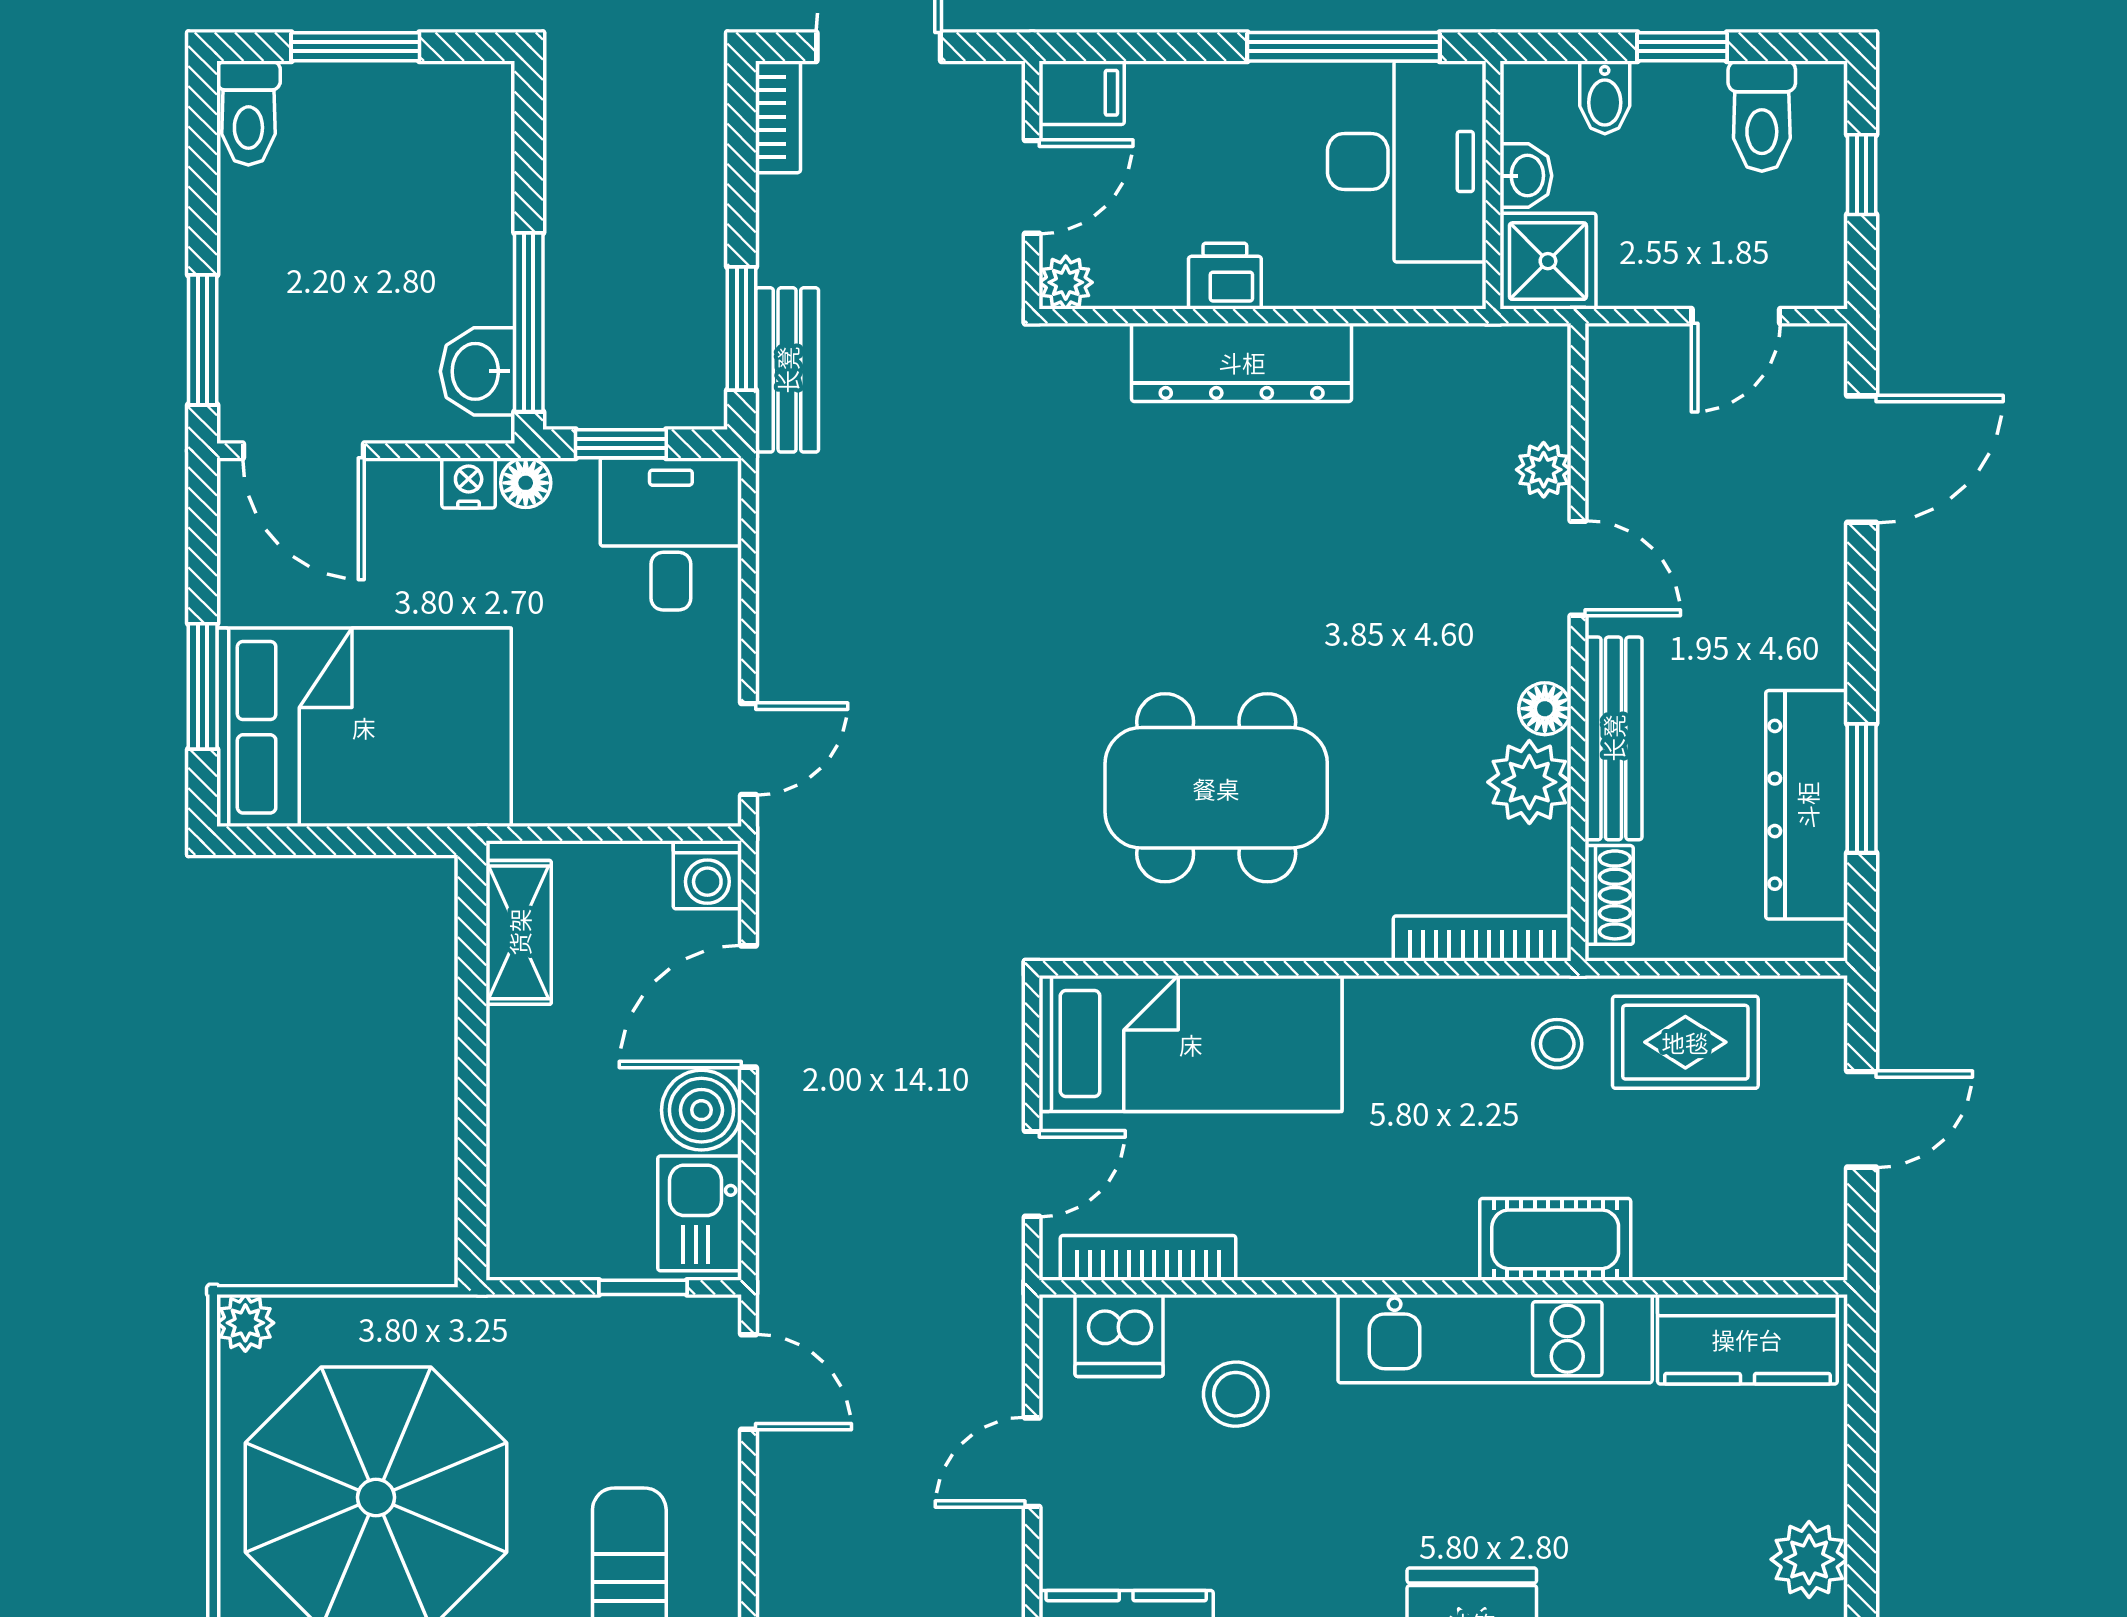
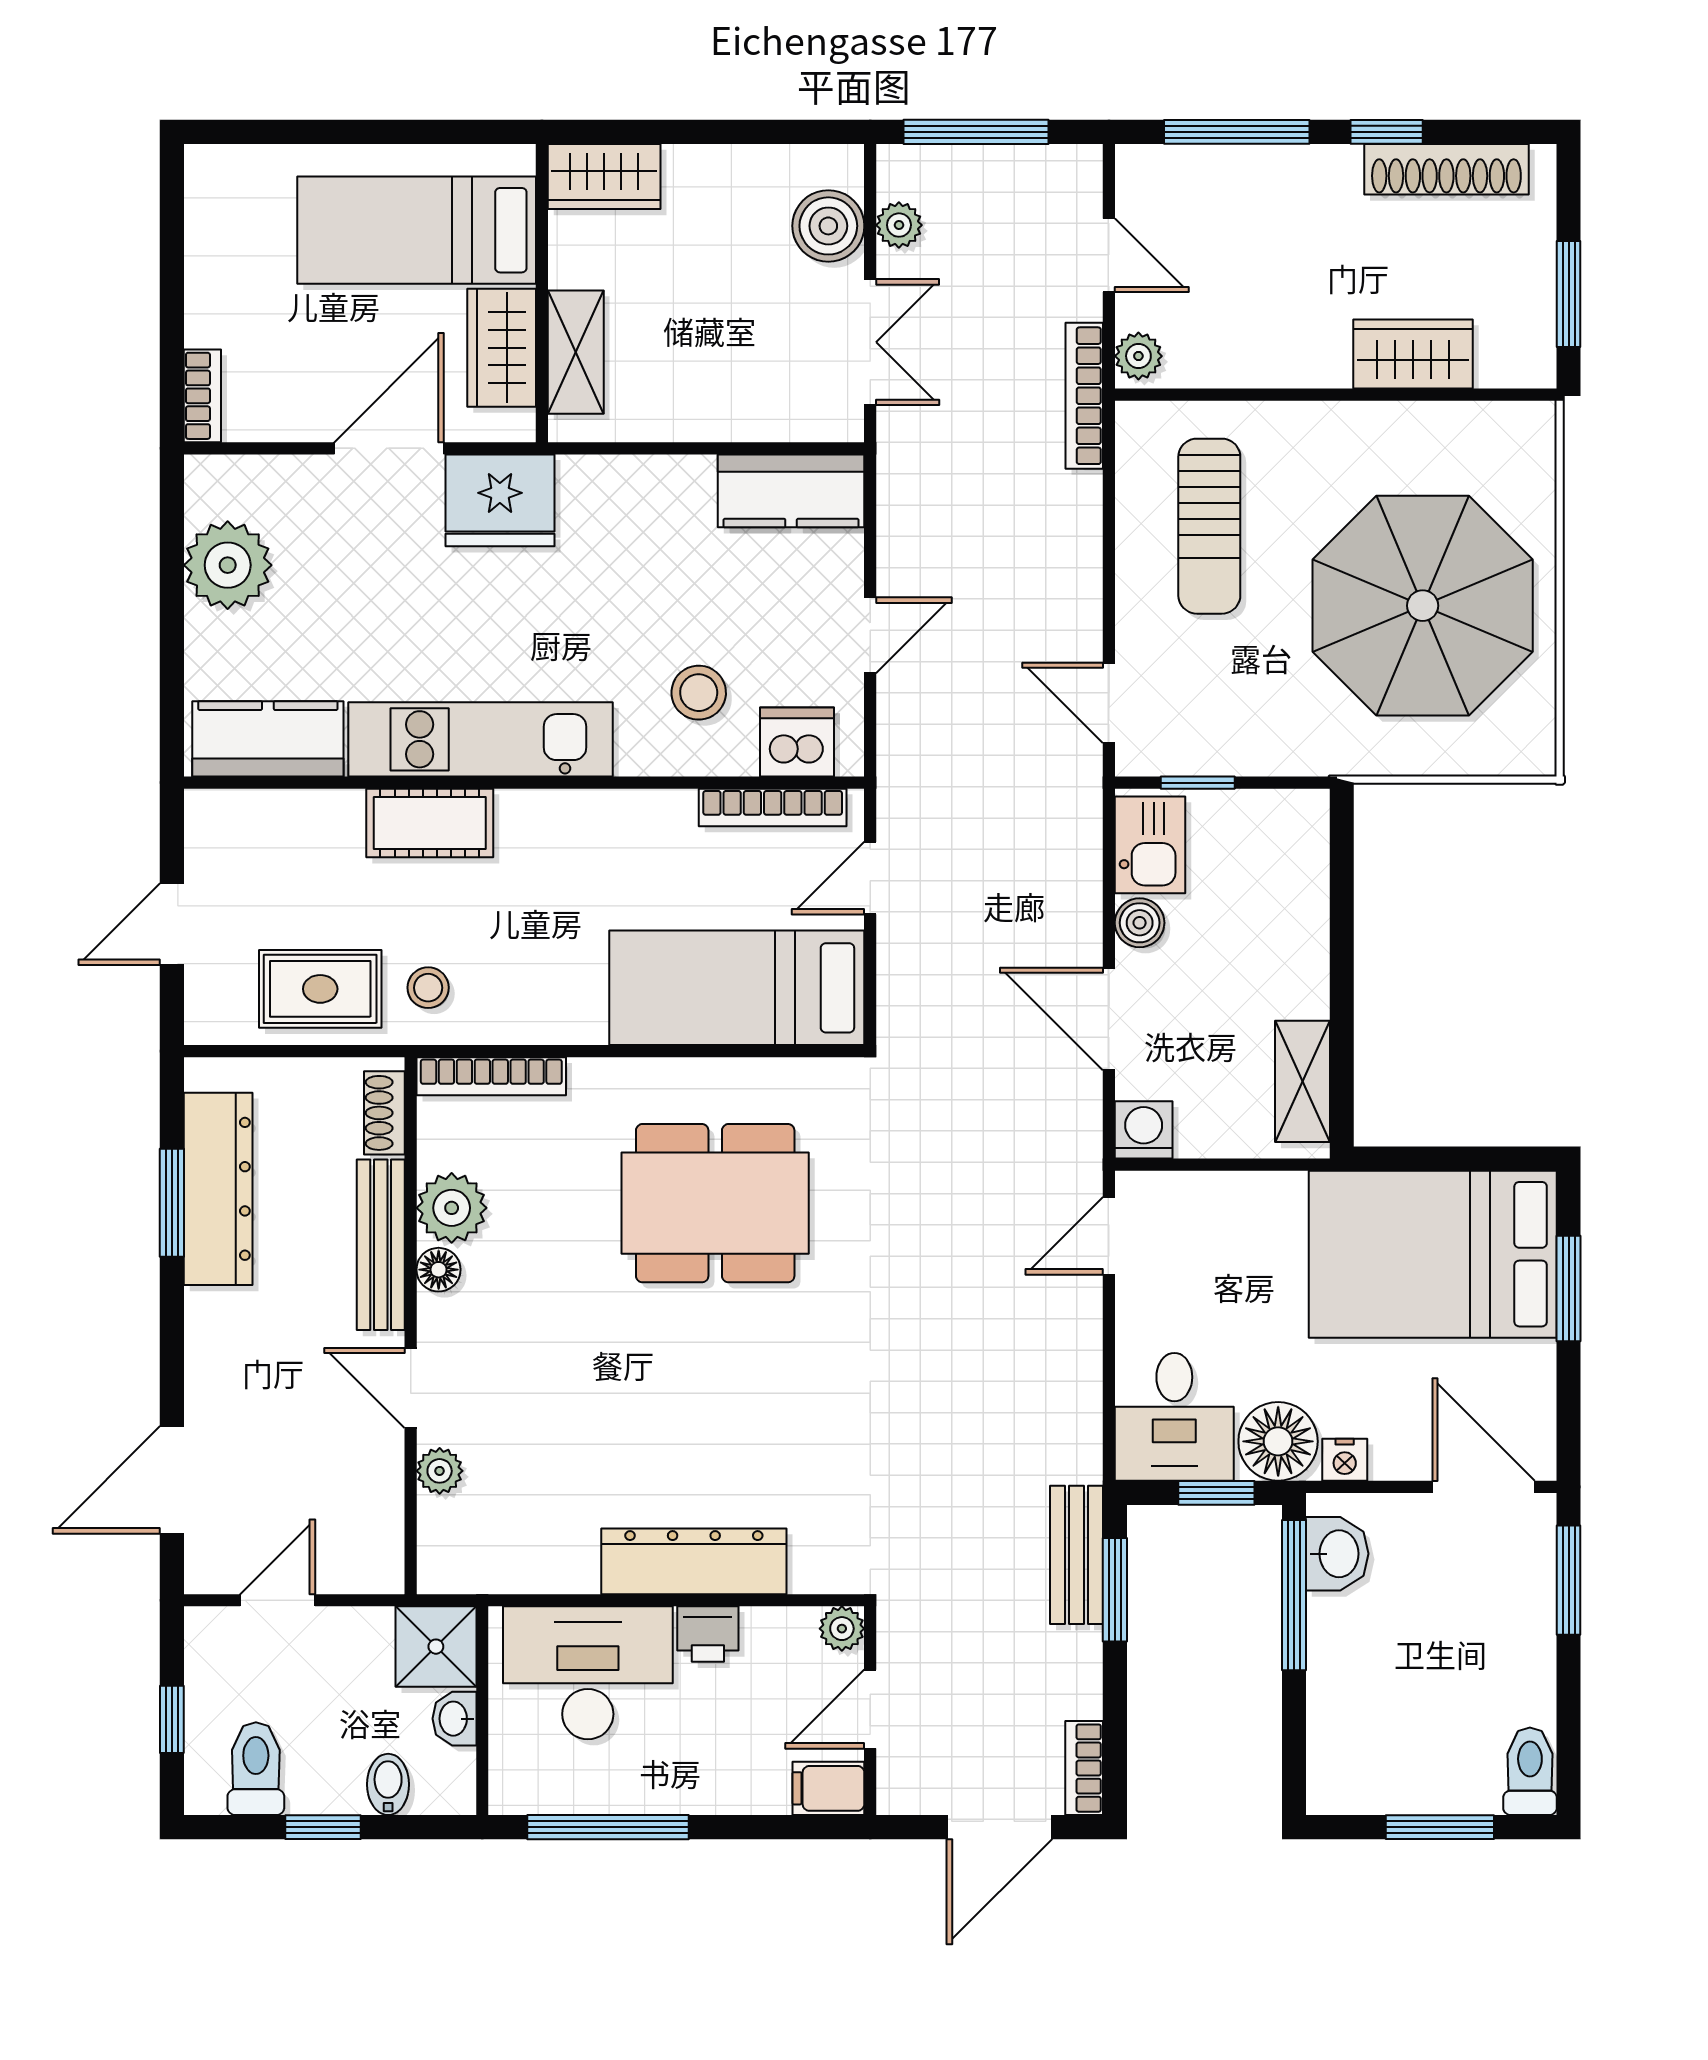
desk: (1407, 161) -> (588, 1673), moved, turned 90
floor lamp: (526, 483) -> (1278, 1441), width x1.89, depth x1.89
door: (749, 1006) -> (1109, 1019), swing flipped
boiler: (701, 1110) -> (1140, 923), width x0.73, depth x0.73
plant: (245, 1323) -> (1533, 753), removed
plant: (1809, 1559) -> (228, 565), width x1.36, depth x1.36

